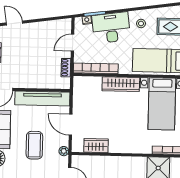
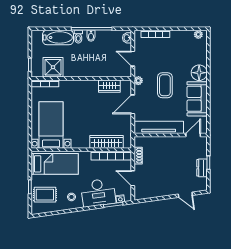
door: (73, 43) -> (133, 178), swing flipped
wardrobe: (121, 84) -> (107, 142), moved
door: (71, 125) -> (133, 104), swing flipped

